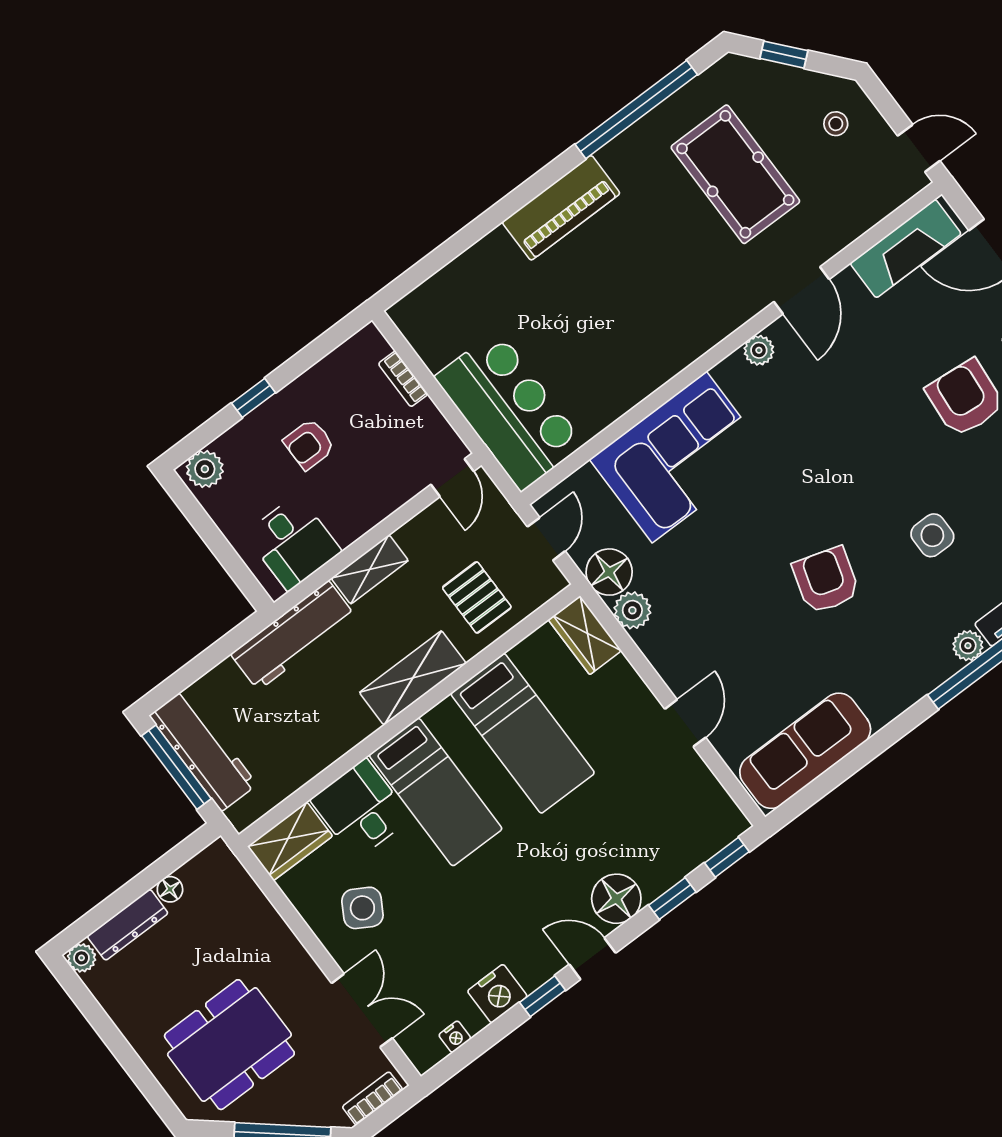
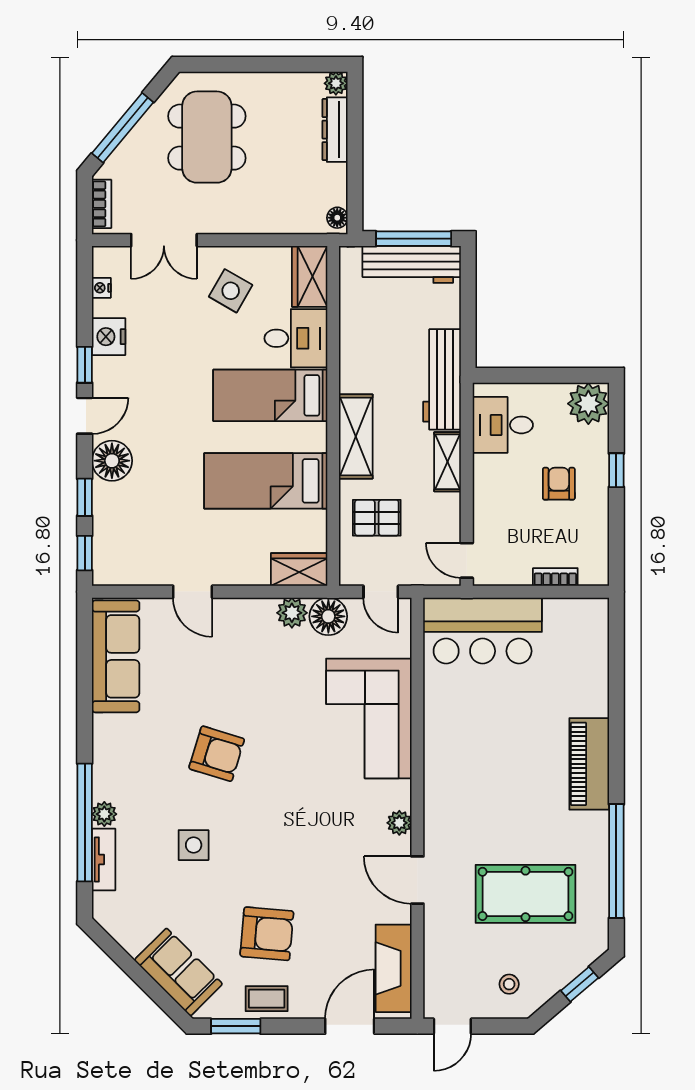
plant: (205, 469) -> (588, 404), width x1.36, depth x1.36
floor lamp: (170, 889) -> (337, 218), moved

